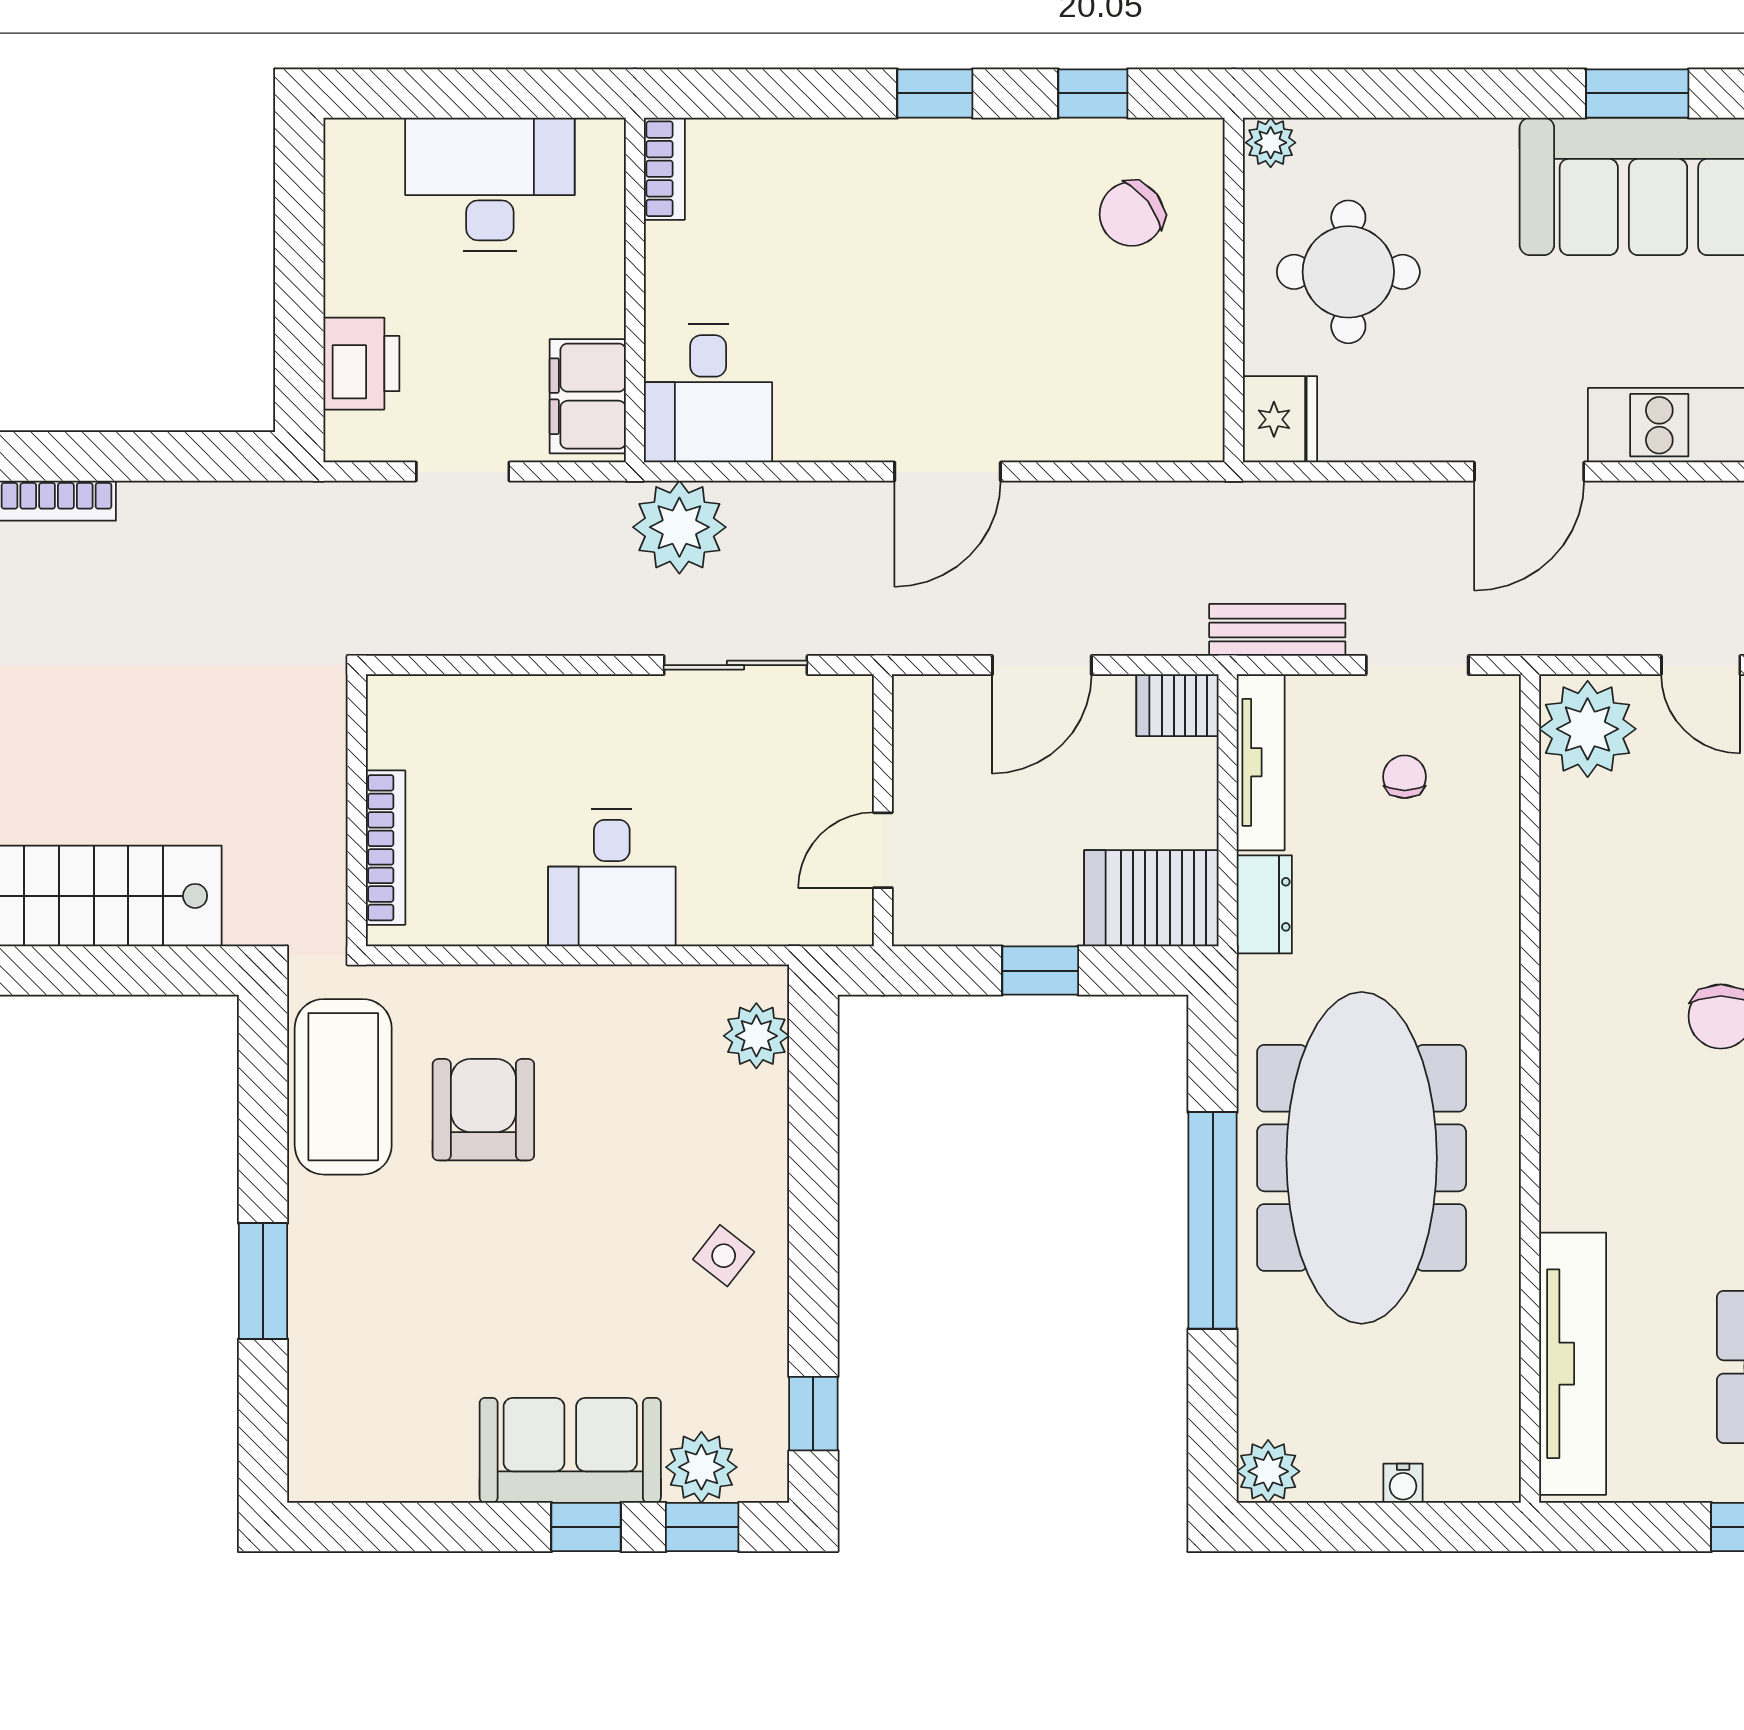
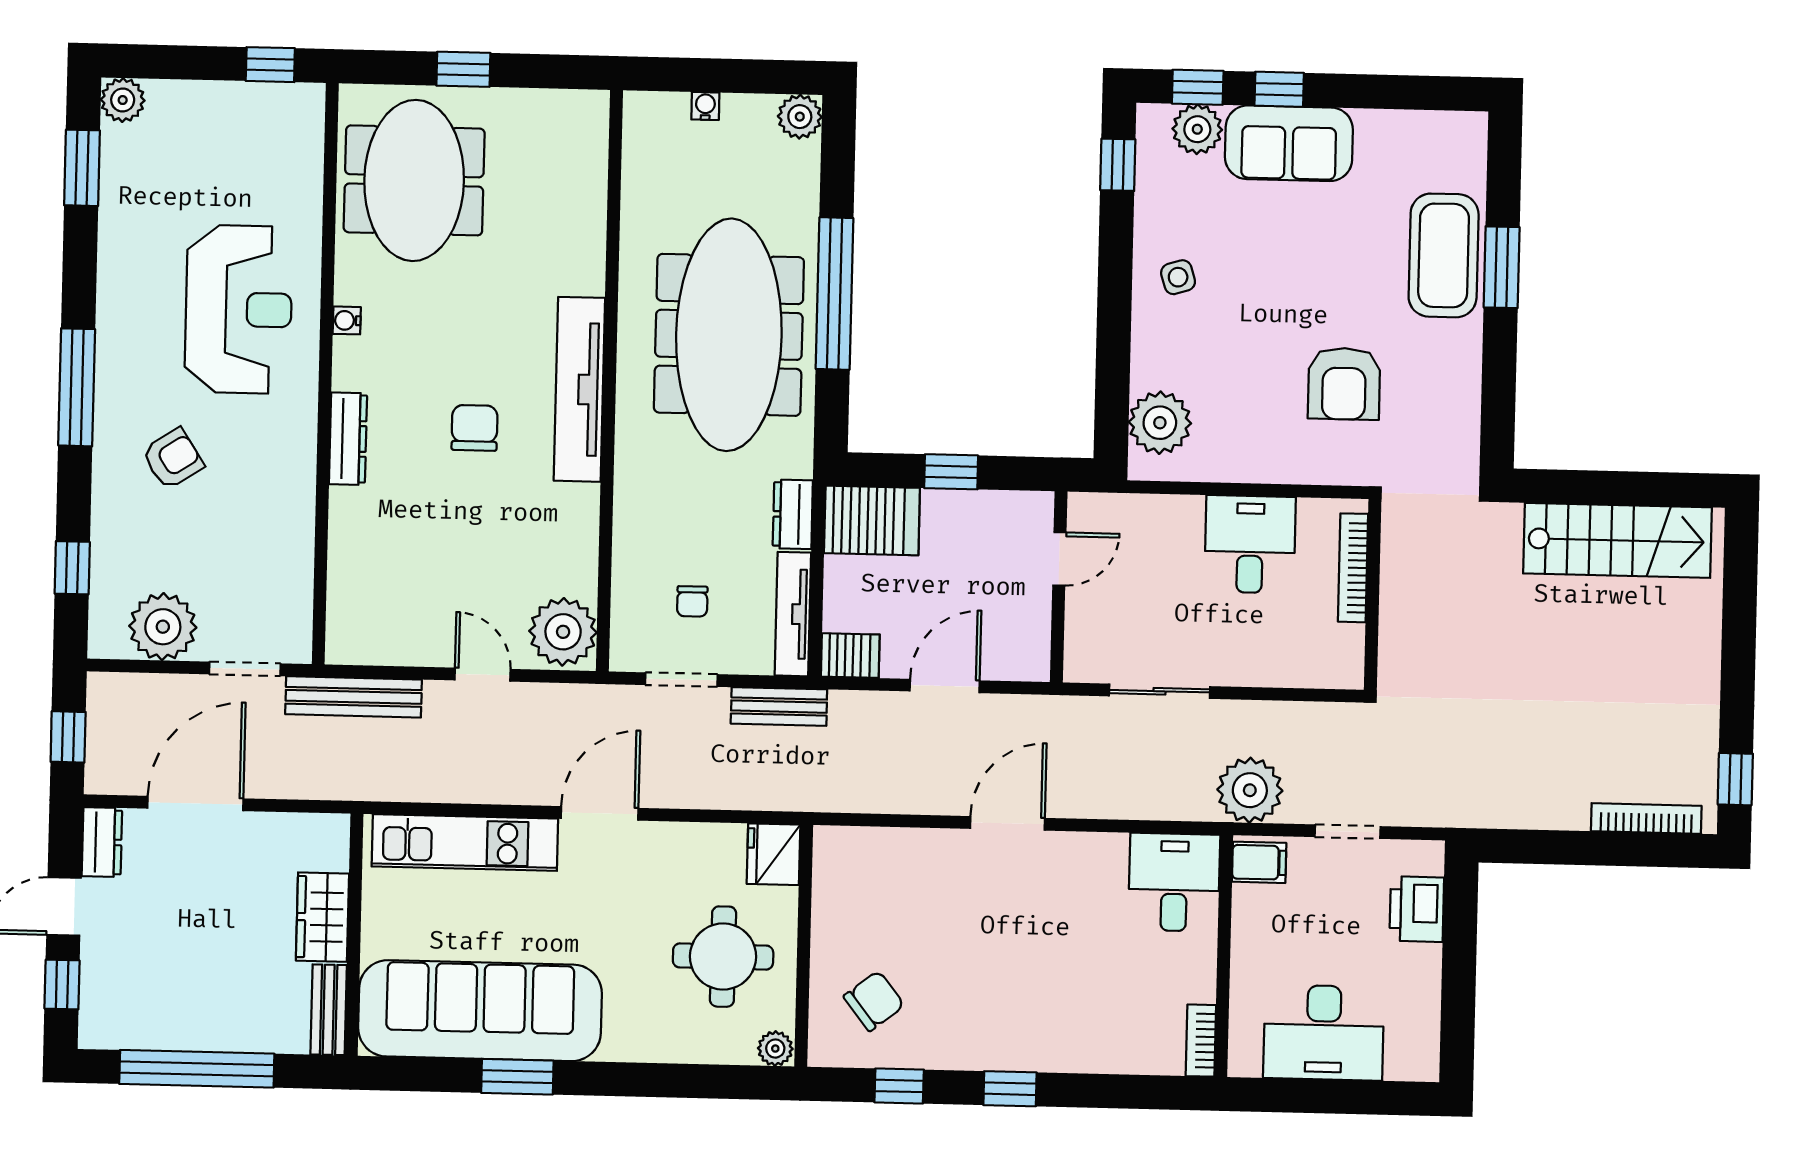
filing cabinet: (588, 396) -> (1259, 862), width x0.50
plant: (679, 527) -> (1250, 790), moved
wall: (357, 810) -> (1373, 595), moved
bookcase: (386, 848) -> (1353, 568), moved
plant: (756, 1036) -> (1160, 423), width x1.36, depth x1.36
coffee table: (343, 1087) -> (1444, 255), moved
side table: (724, 1256) -> (1178, 277), turned 35
tv unit: (1573, 1364) -> (579, 389), moved

